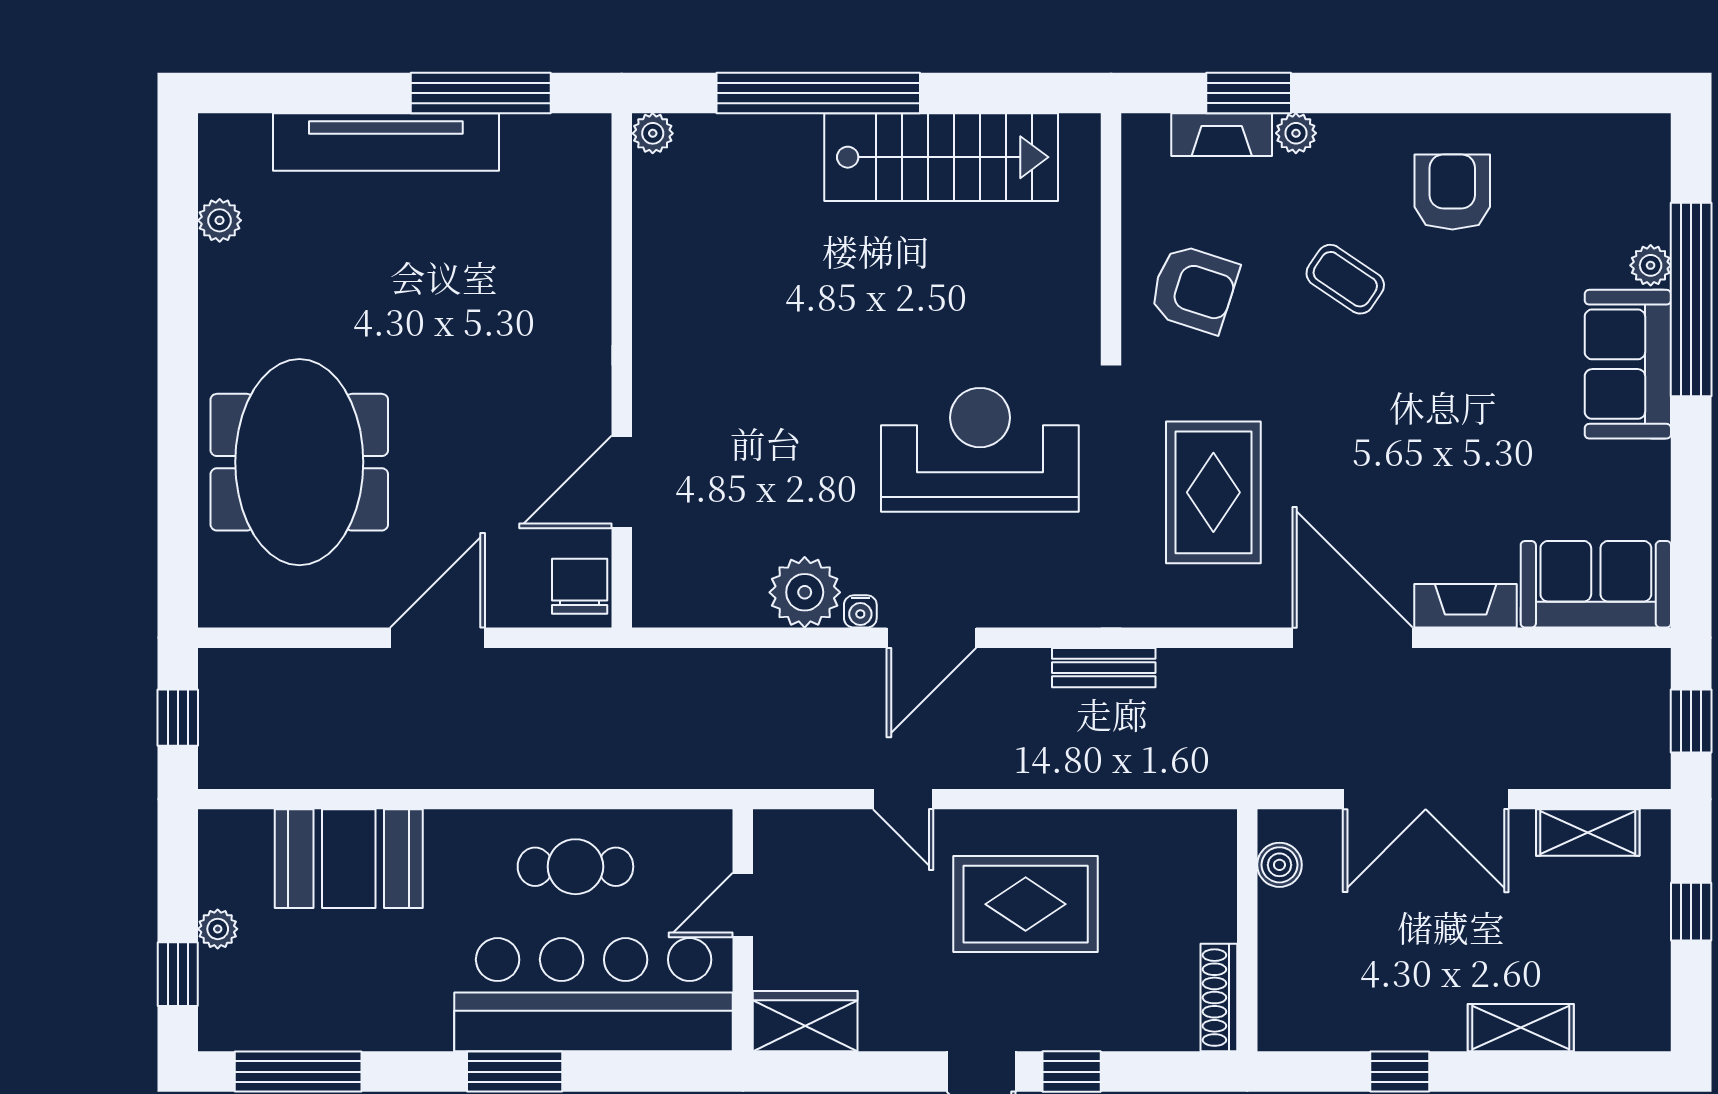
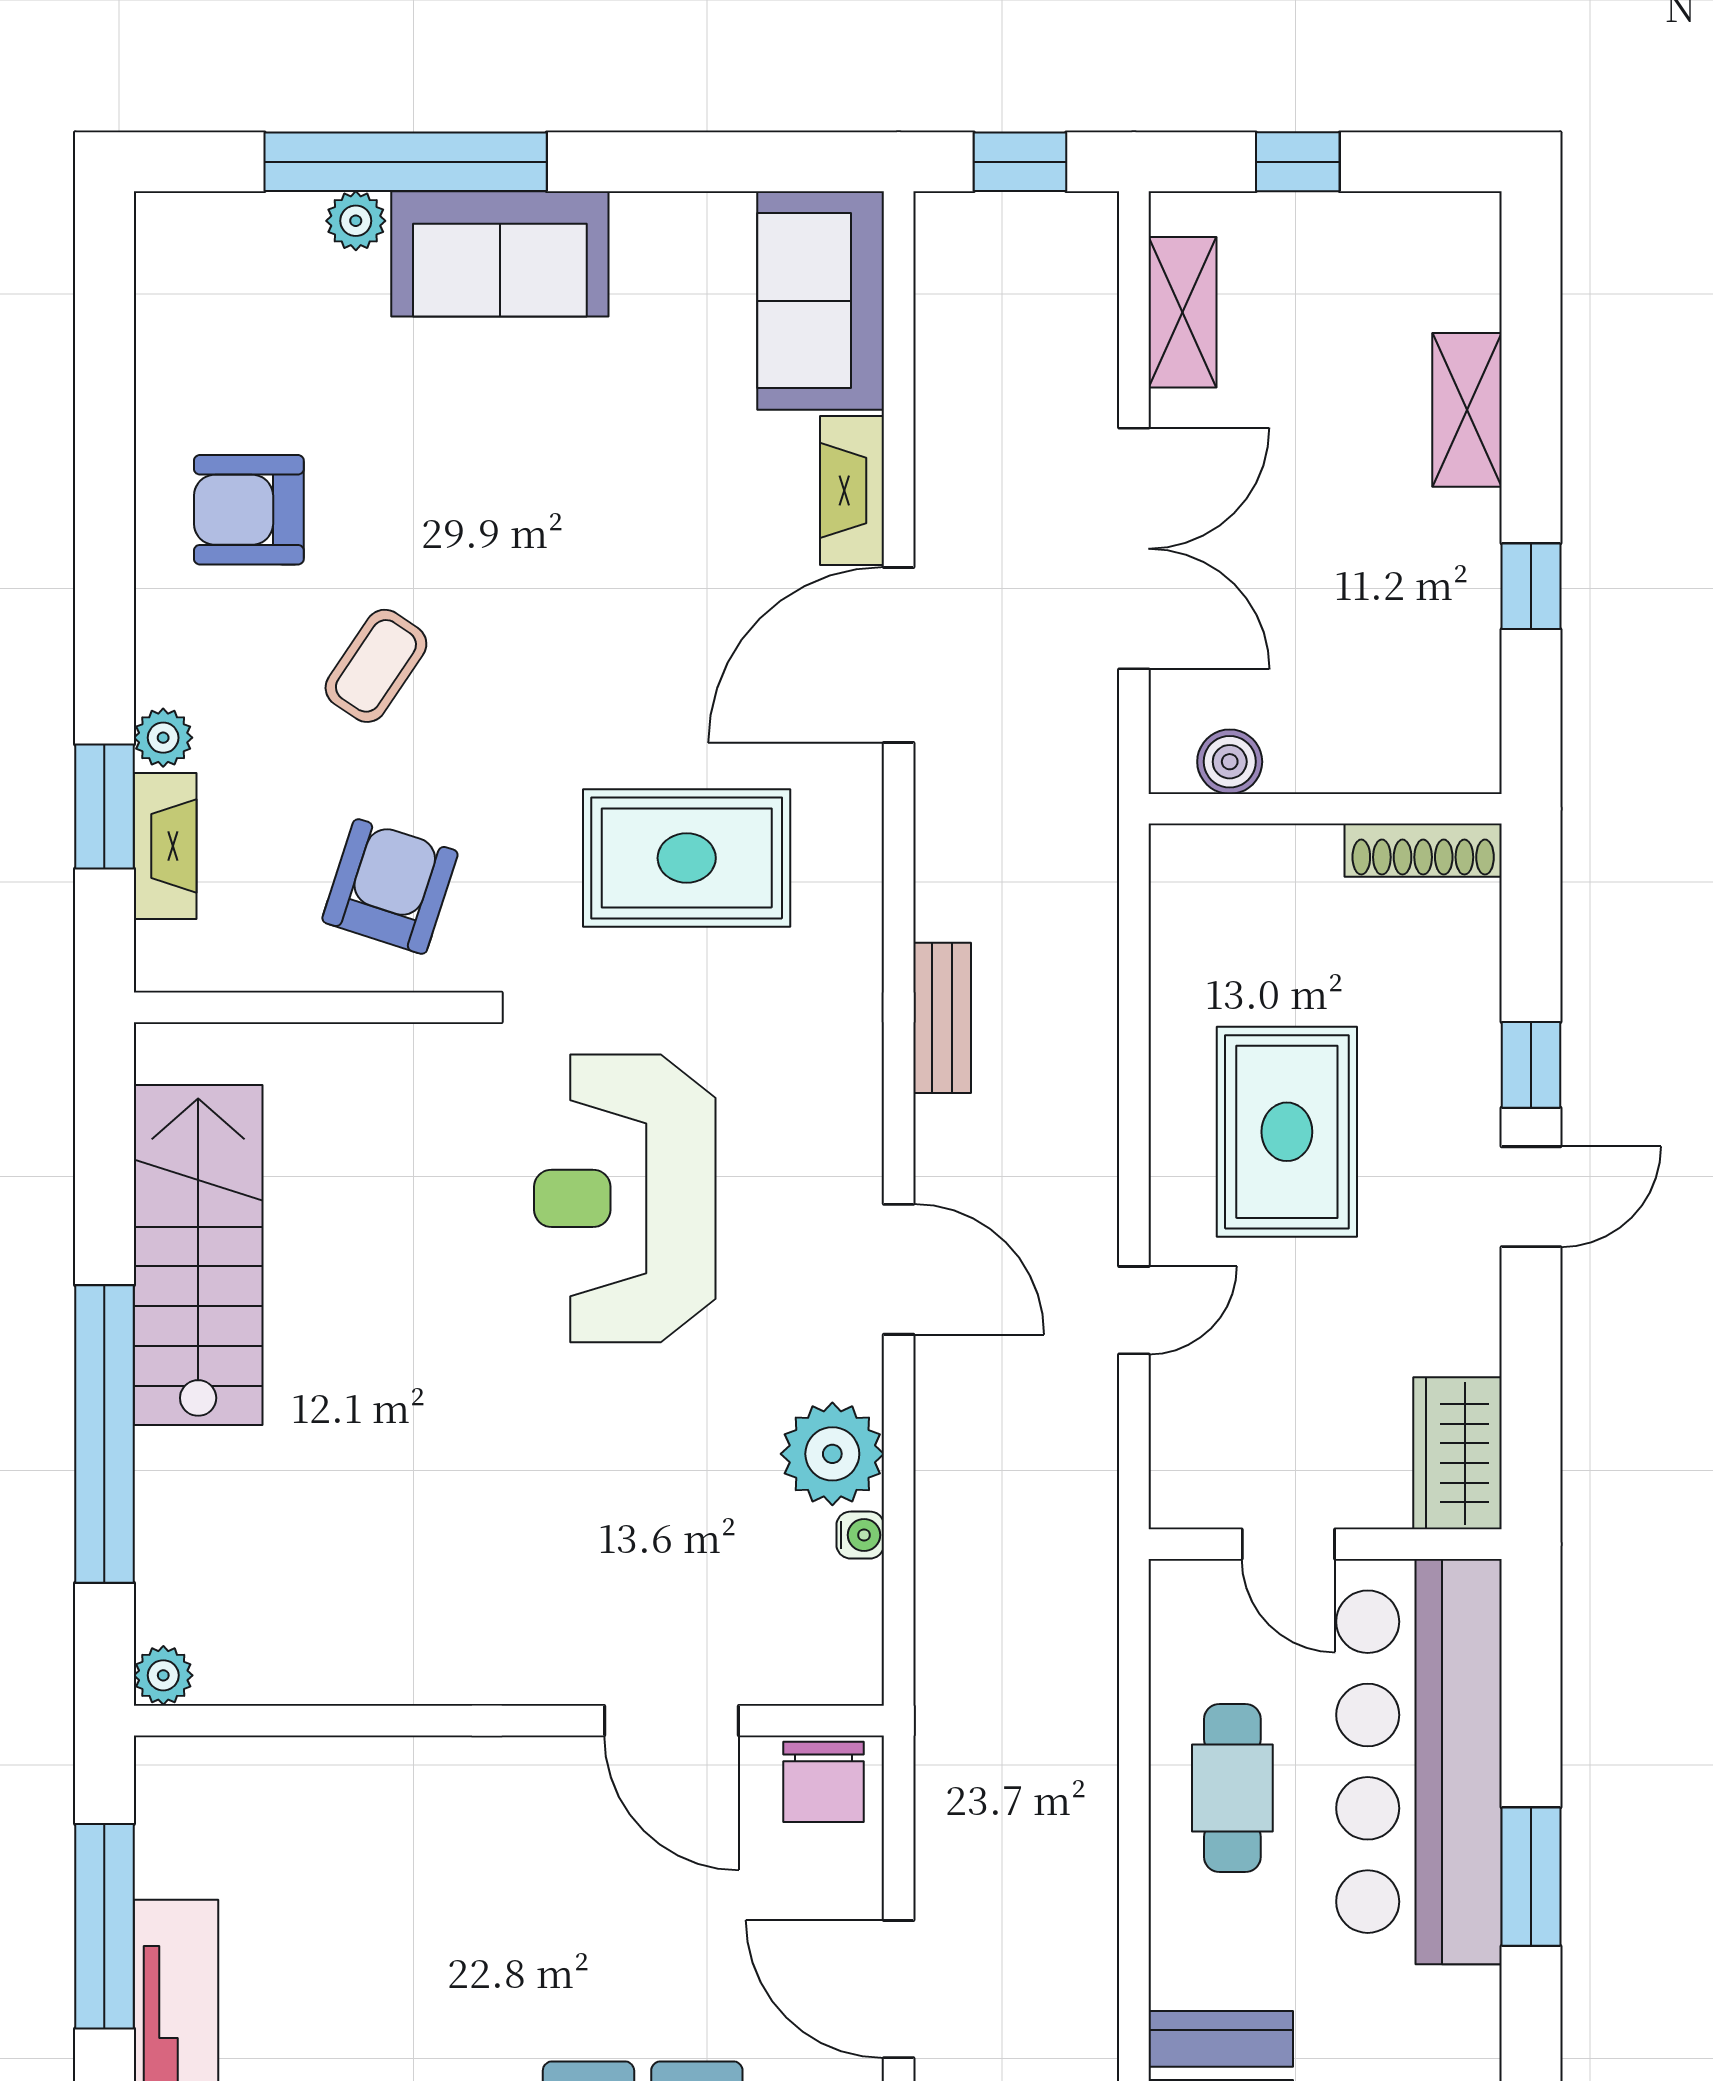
chair: (580, 586) -> (824, 1782), turned -90
water cooler: (860, 611) -> (860, 1535), moved

